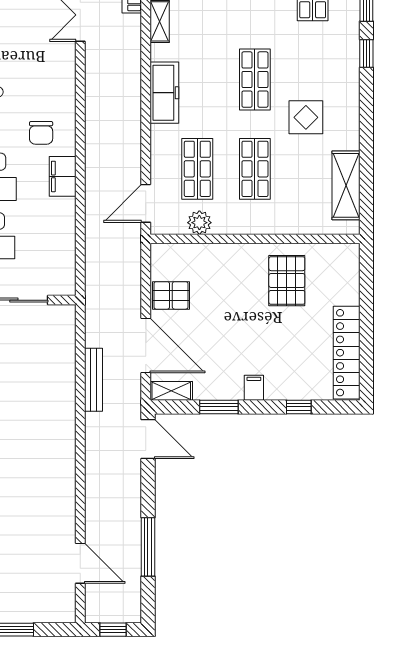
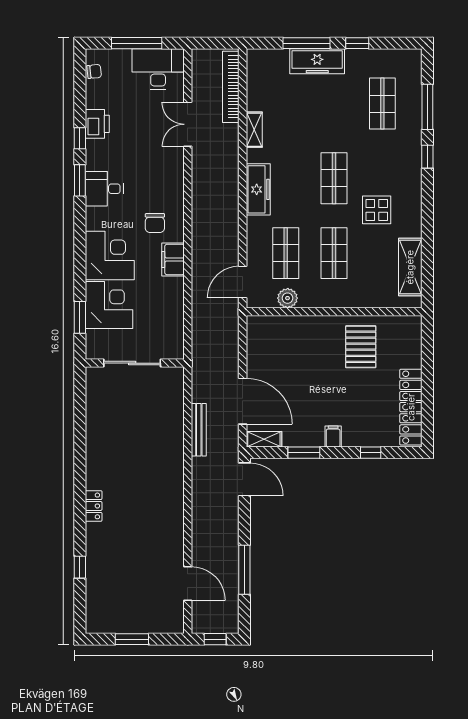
pallet: (171, 295) -> (264, 359), removed

